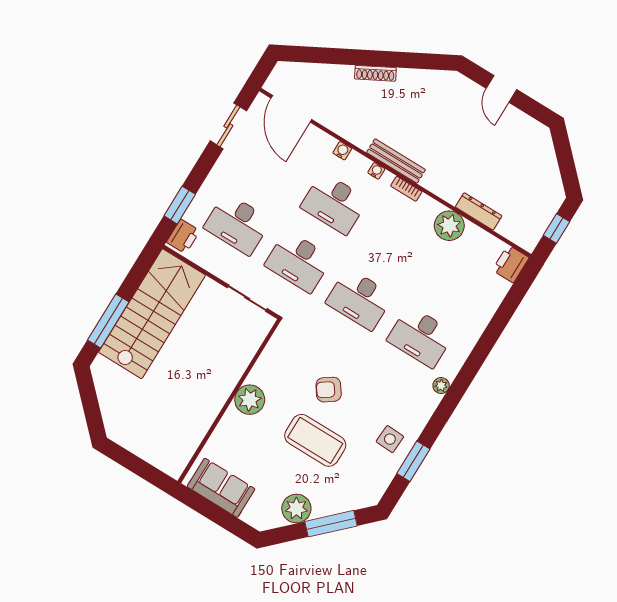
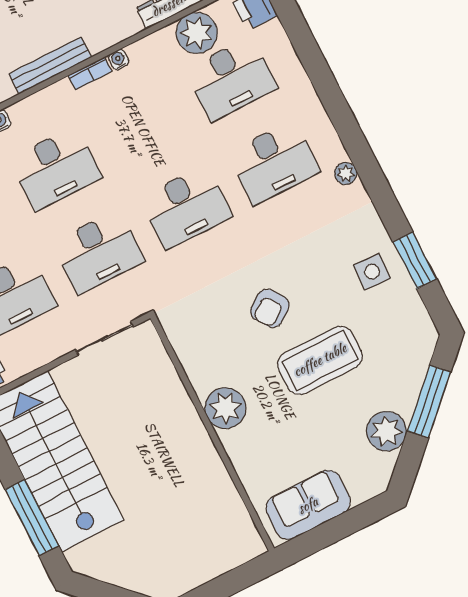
water cooler: (376, 171) -> (118, 60), moved
plant: (449, 226) -> (197, 33), moved
desk: (456, 278) -> (231, 79), added

